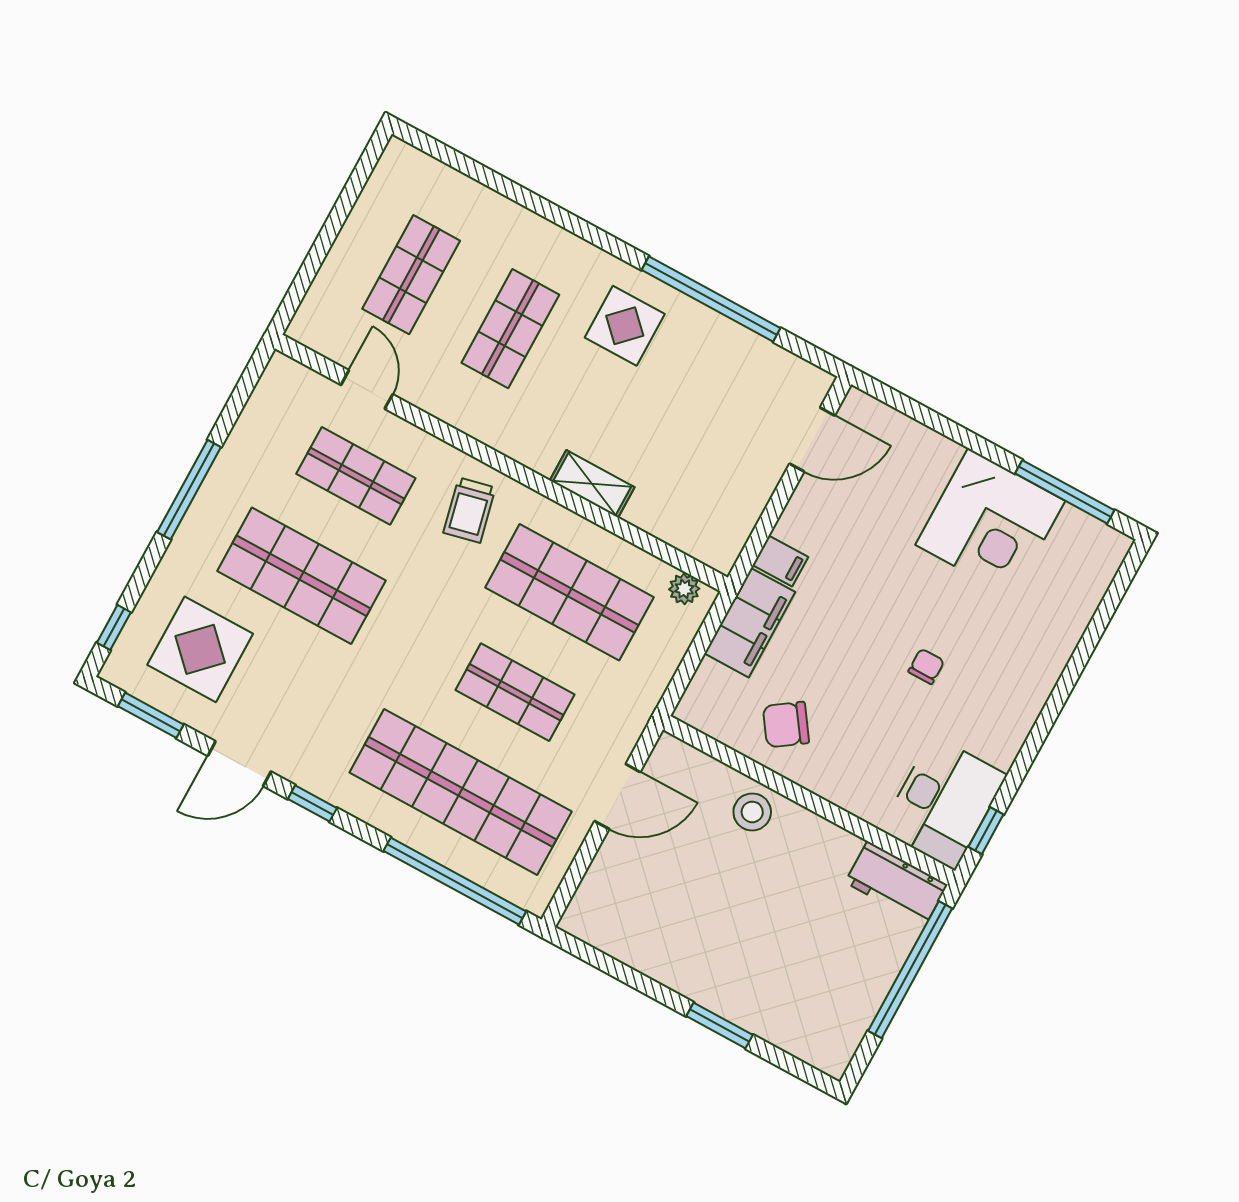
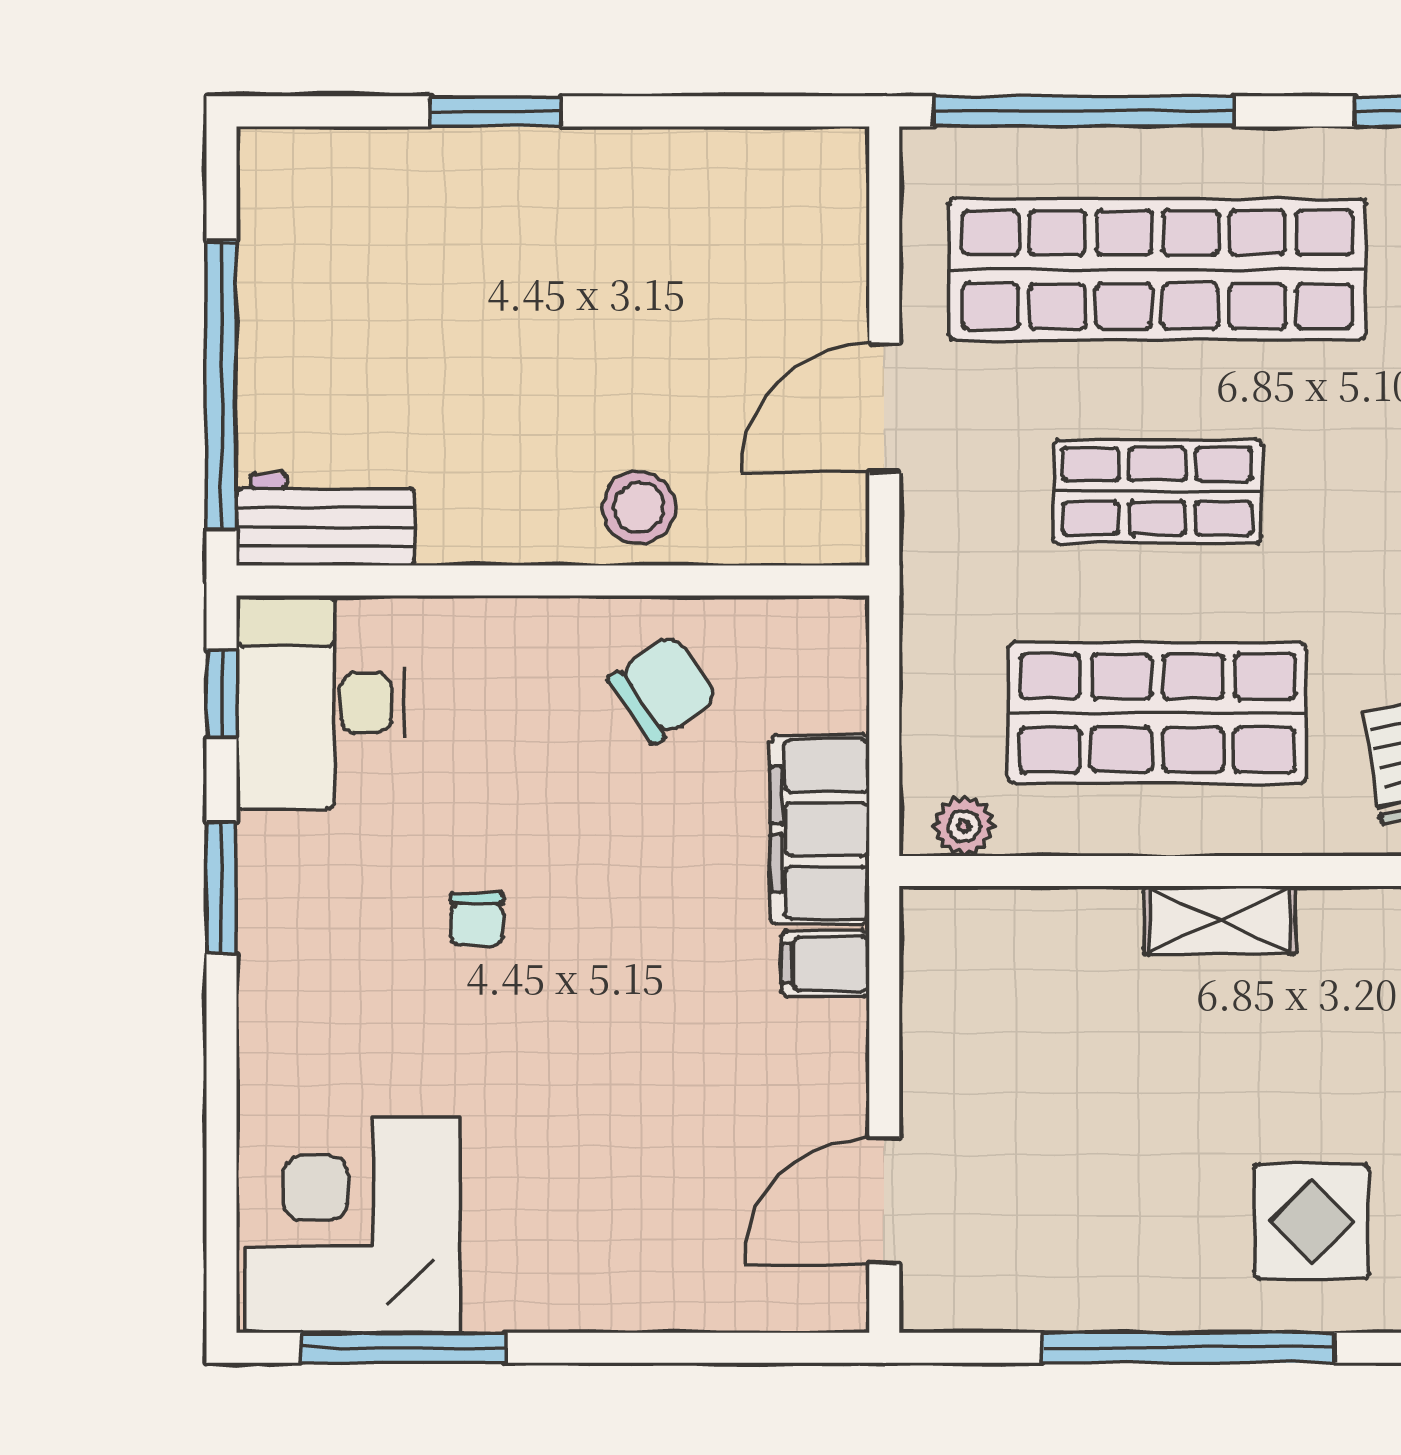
corner desk: (990, 523) -> (352, 1225), moved
window: (1033, 743) -> (221, 888), added

